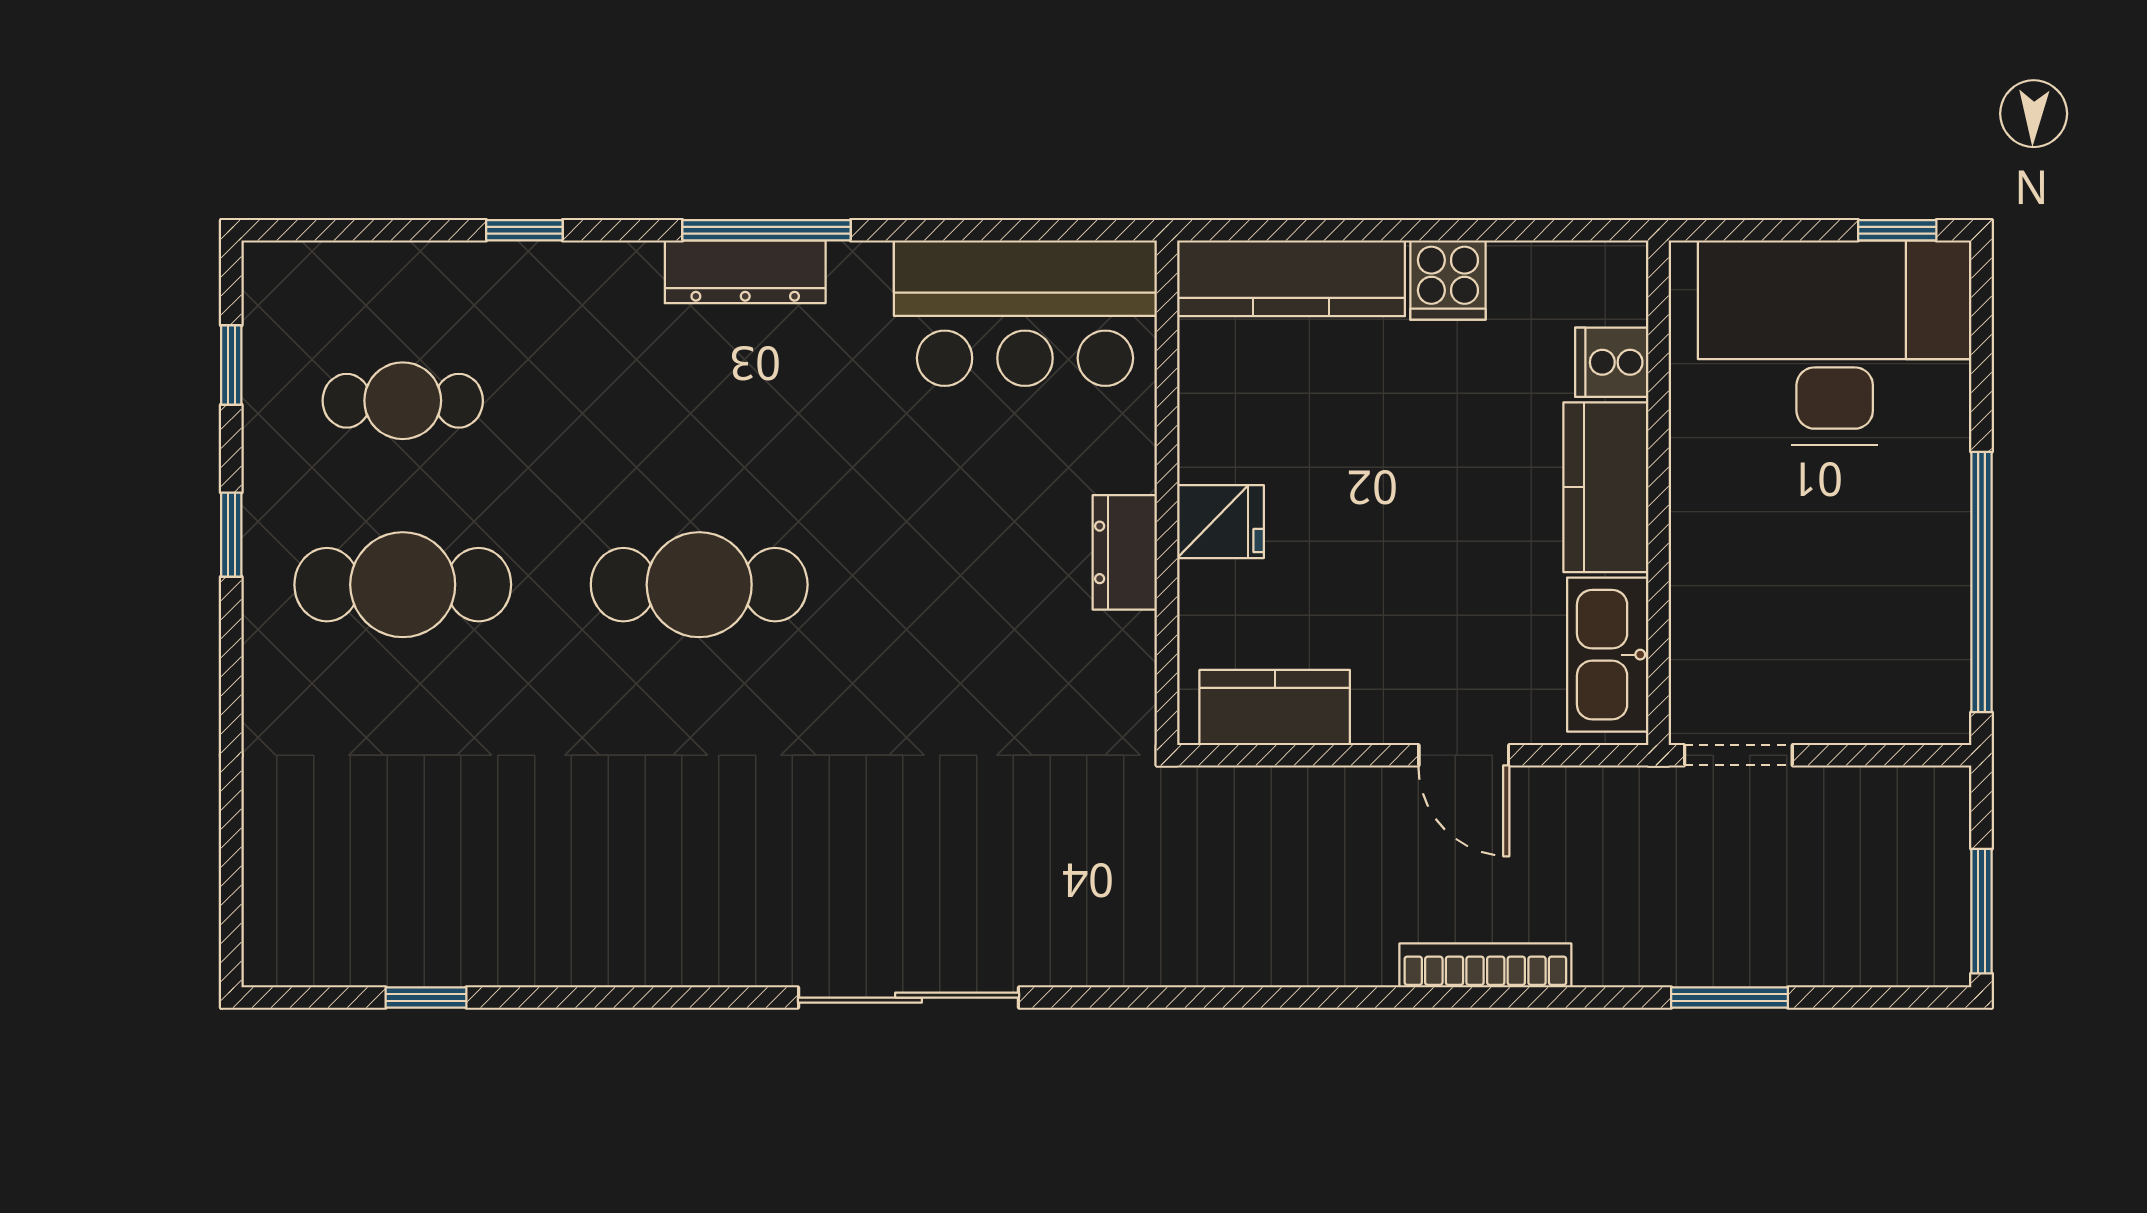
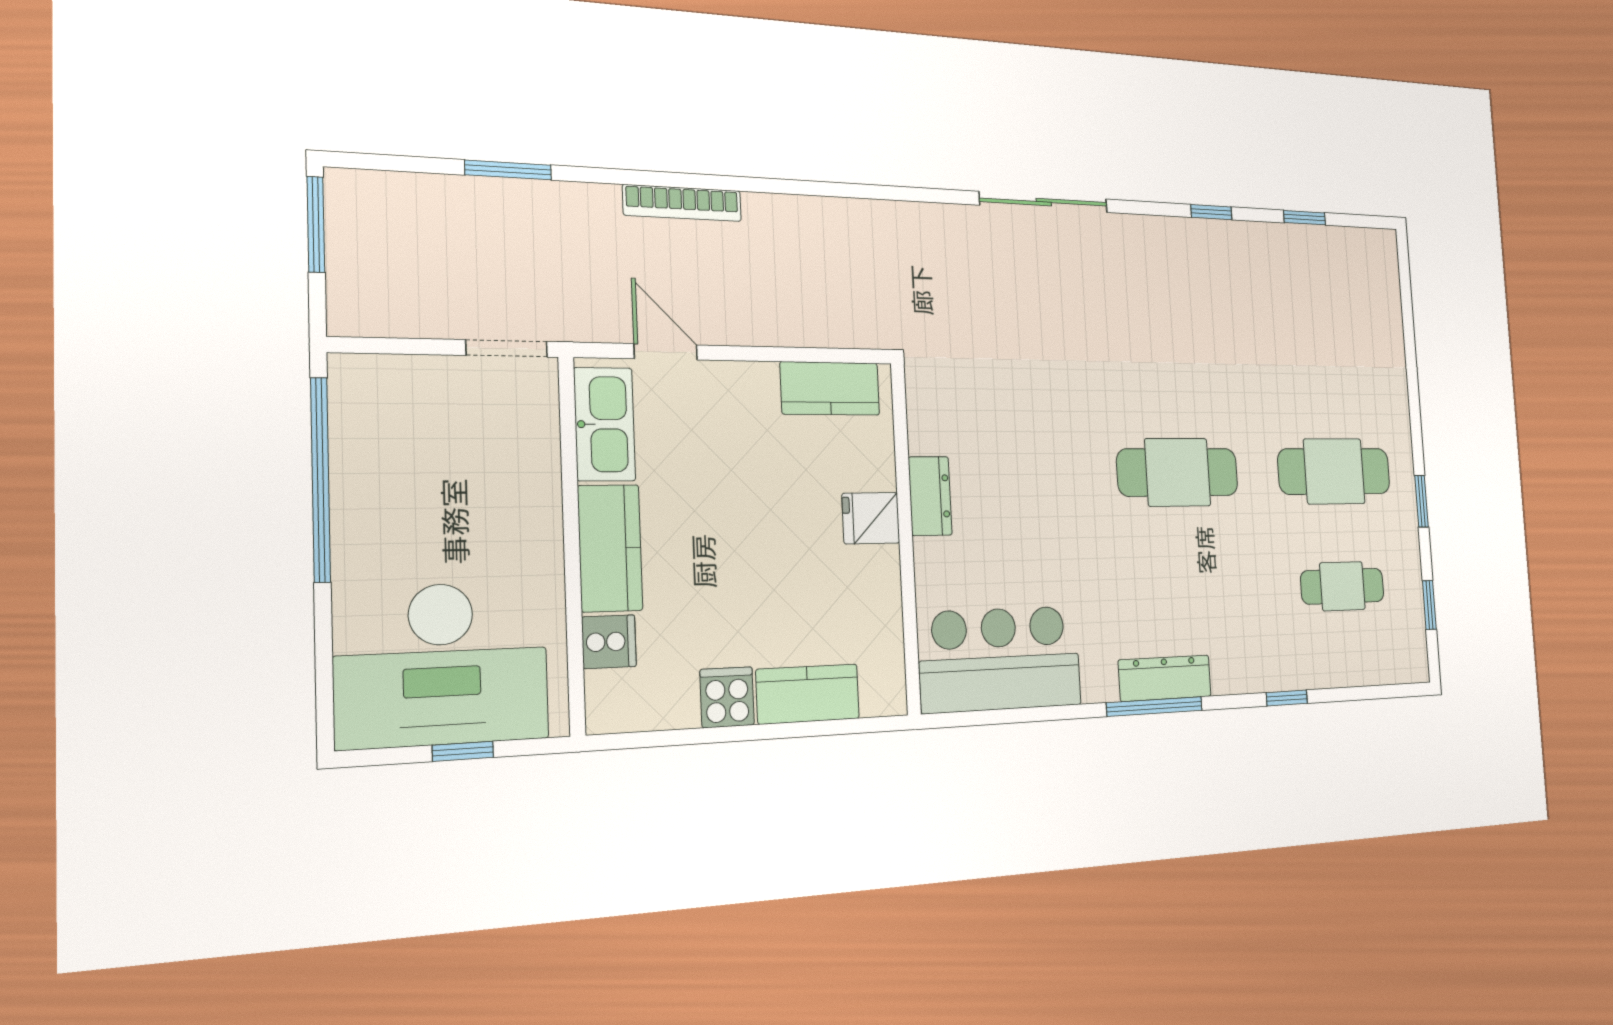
window: (1897, 230) -> (463, 751), moved
kitchen counter: (1291, 278) -> (808, 694), width x0.67
door: (1464, 755) -> (666, 352), moved
window: (606, 998) -> (1211, 212), added

